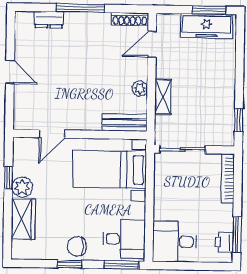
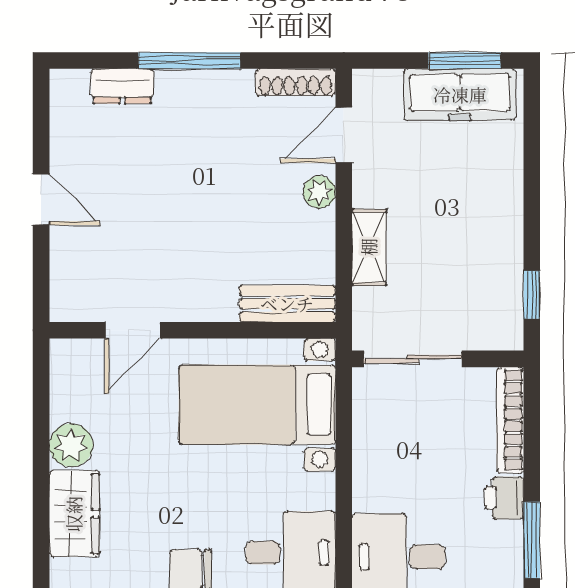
plant: (140, 89) -> (319, 192), moved
window: (8, 178) -> (41, 426), removed
printer: (224, 242) -> (504, 498), moved

